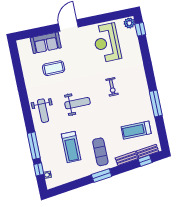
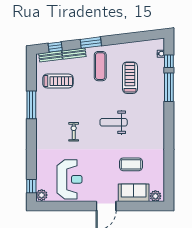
plant: (25, 44) -> (155, 196), added
weight bench: (43, 111) -> (151, 122), removed
window: (102, 176) -> (91, 43), moved

